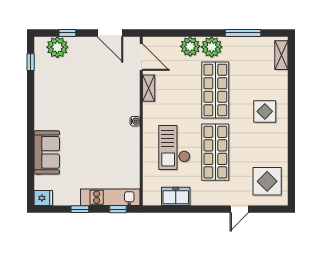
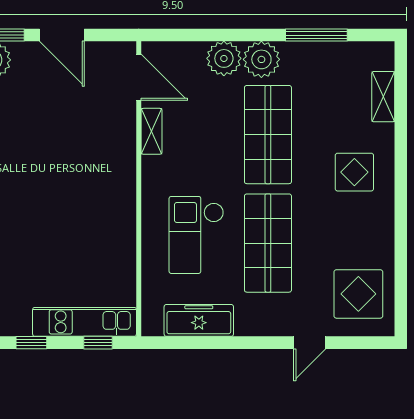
door: (110, 33) -> (62, 35), moved
shelving: (281, 55) -> (383, 97), moved
water cooler: (135, 121) -> (128, 189), removed
freezer: (176, 196) -> (199, 320), width x1.40

